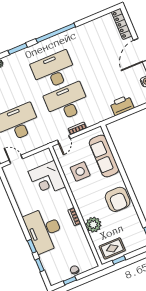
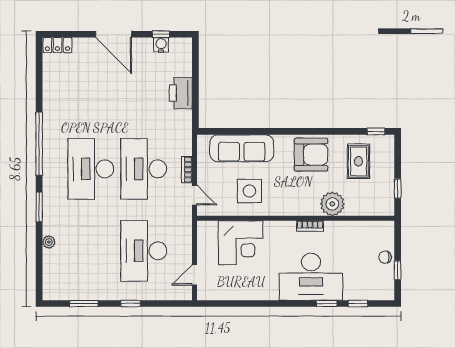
locker: (122, 24) -> (57, 45), width x0.66
rug: (112, 248) -> (358, 161), moved

